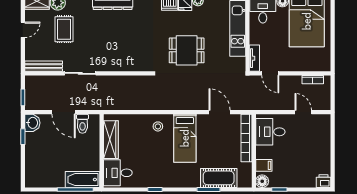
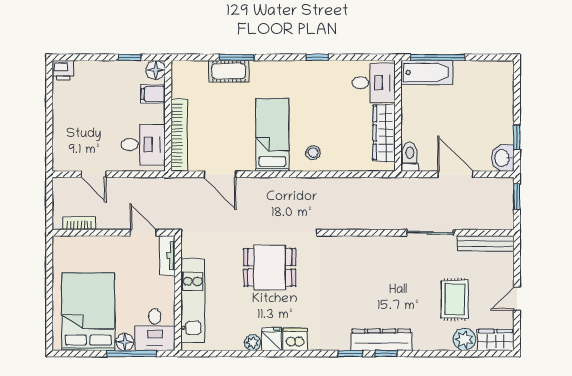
toilet: (82, 124) -> (410, 157), moved
cot: (219, 178) -> (229, 71), width x0.73, depth x0.75

